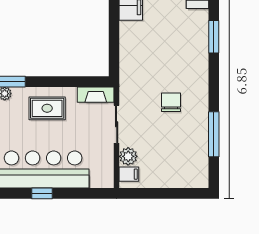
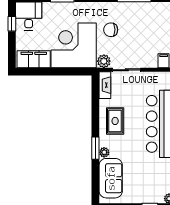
corner desk: (150, 52) -> (74, 45), added
plant: (128, 156) -> (104, 61), moved

